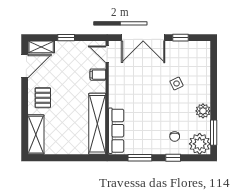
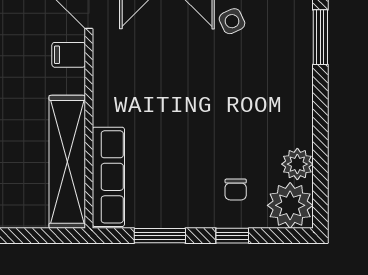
side table: (177, 83) -> (232, 21), moved
plant: (203, 111) -> (297, 164), moved
window: (214, 133) -> (320, 37), moved

